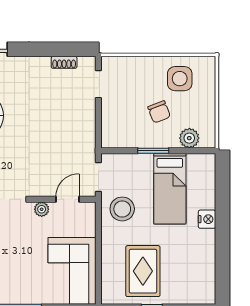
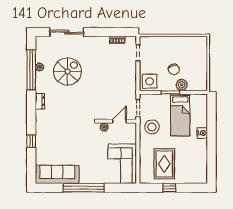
side table: (180, 79) -> (150, 81), moved
plant: (189, 138) -> (182, 85), moved

